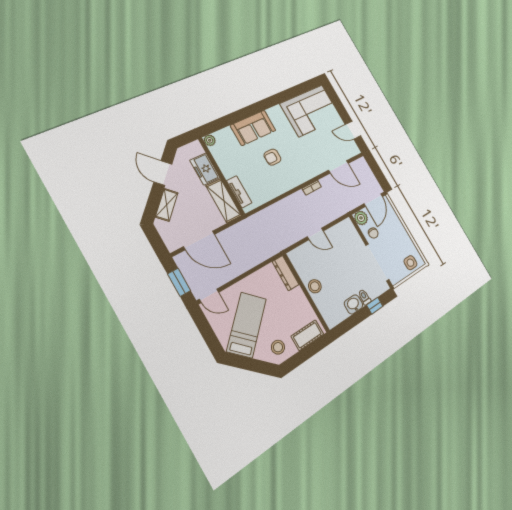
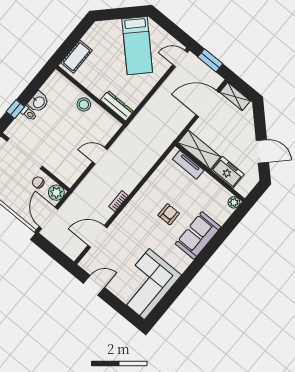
shelving: (167, 205) -> (235, 97), moved, turned -45
stool: (278, 347) -> (101, 36), removed

